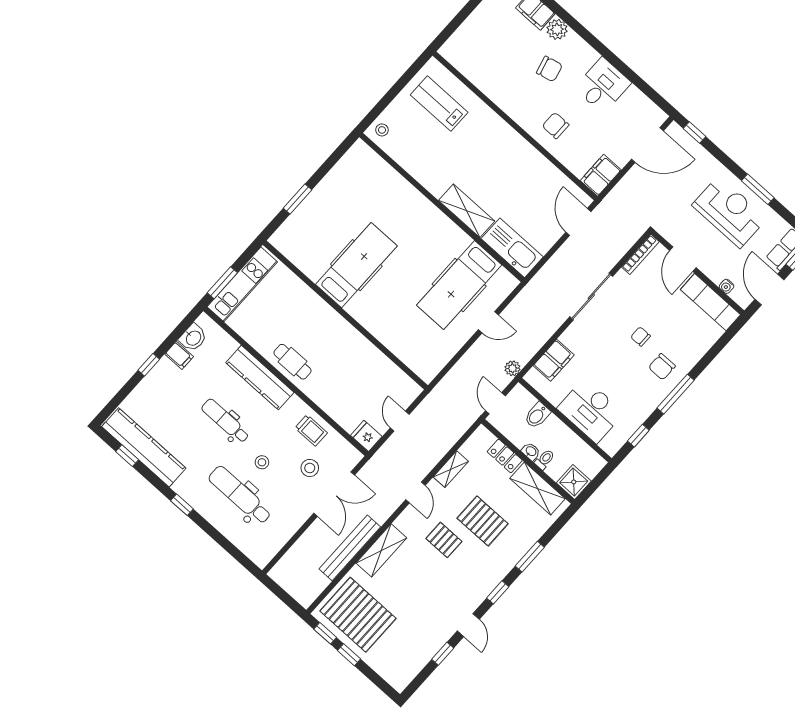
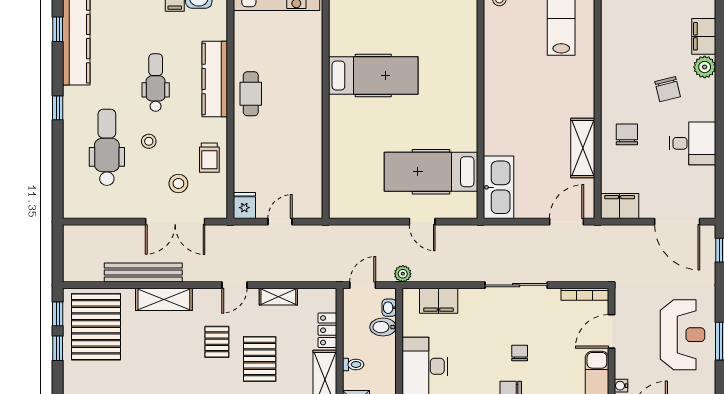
shelving: (467, 211) -> (583, 148), moved
washbasin: (531, 451) -> (389, 308), moved, turned 180

